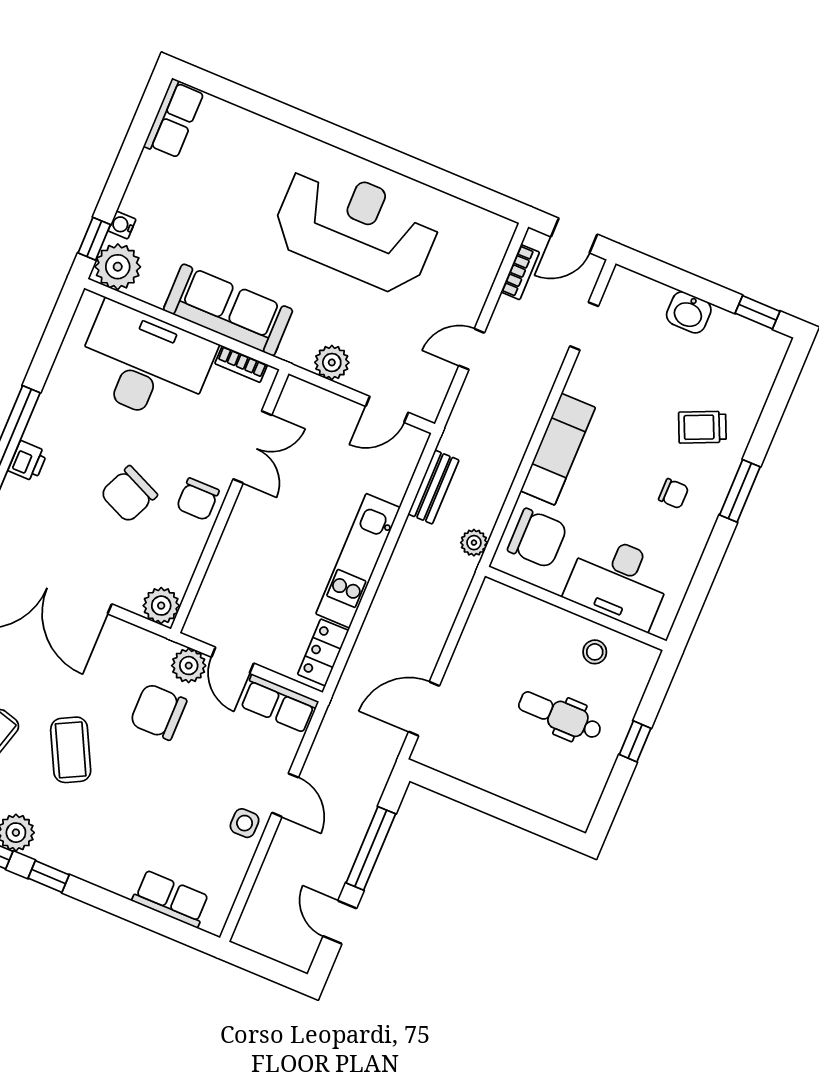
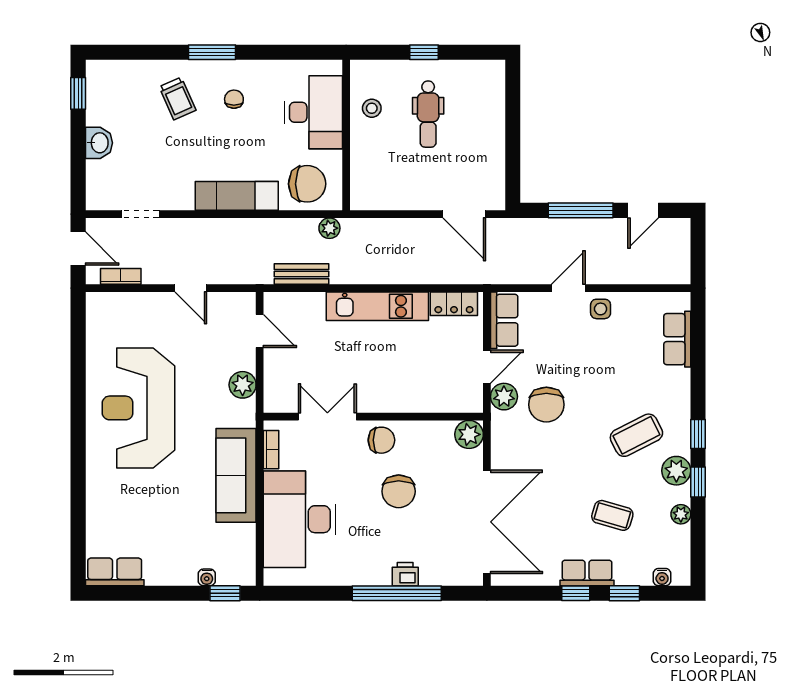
plant: (118, 267) -> (238, 568), removed
chair: (129, 494) -> (399, 491), turned 66
chair: (537, 538) -> (307, 184), turned 90
coffee table: (71, 750) -> (636, 435), moved

